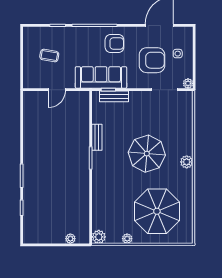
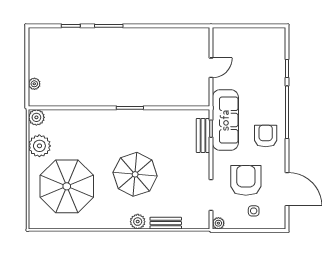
armchair: (114, 43) -> (266, 136), turned 180
coffee table: (49, 56) -> (251, 59), removed
armchair: (152, 60) -> (246, 180), turned 180
door: (57, 90) -> (211, 68), swing flipped
bench: (97, 137) -> (166, 223), moved
plant: (187, 162) -> (138, 222), moved
plant: (127, 239) -> (39, 146), width x1.88, depth x1.88

